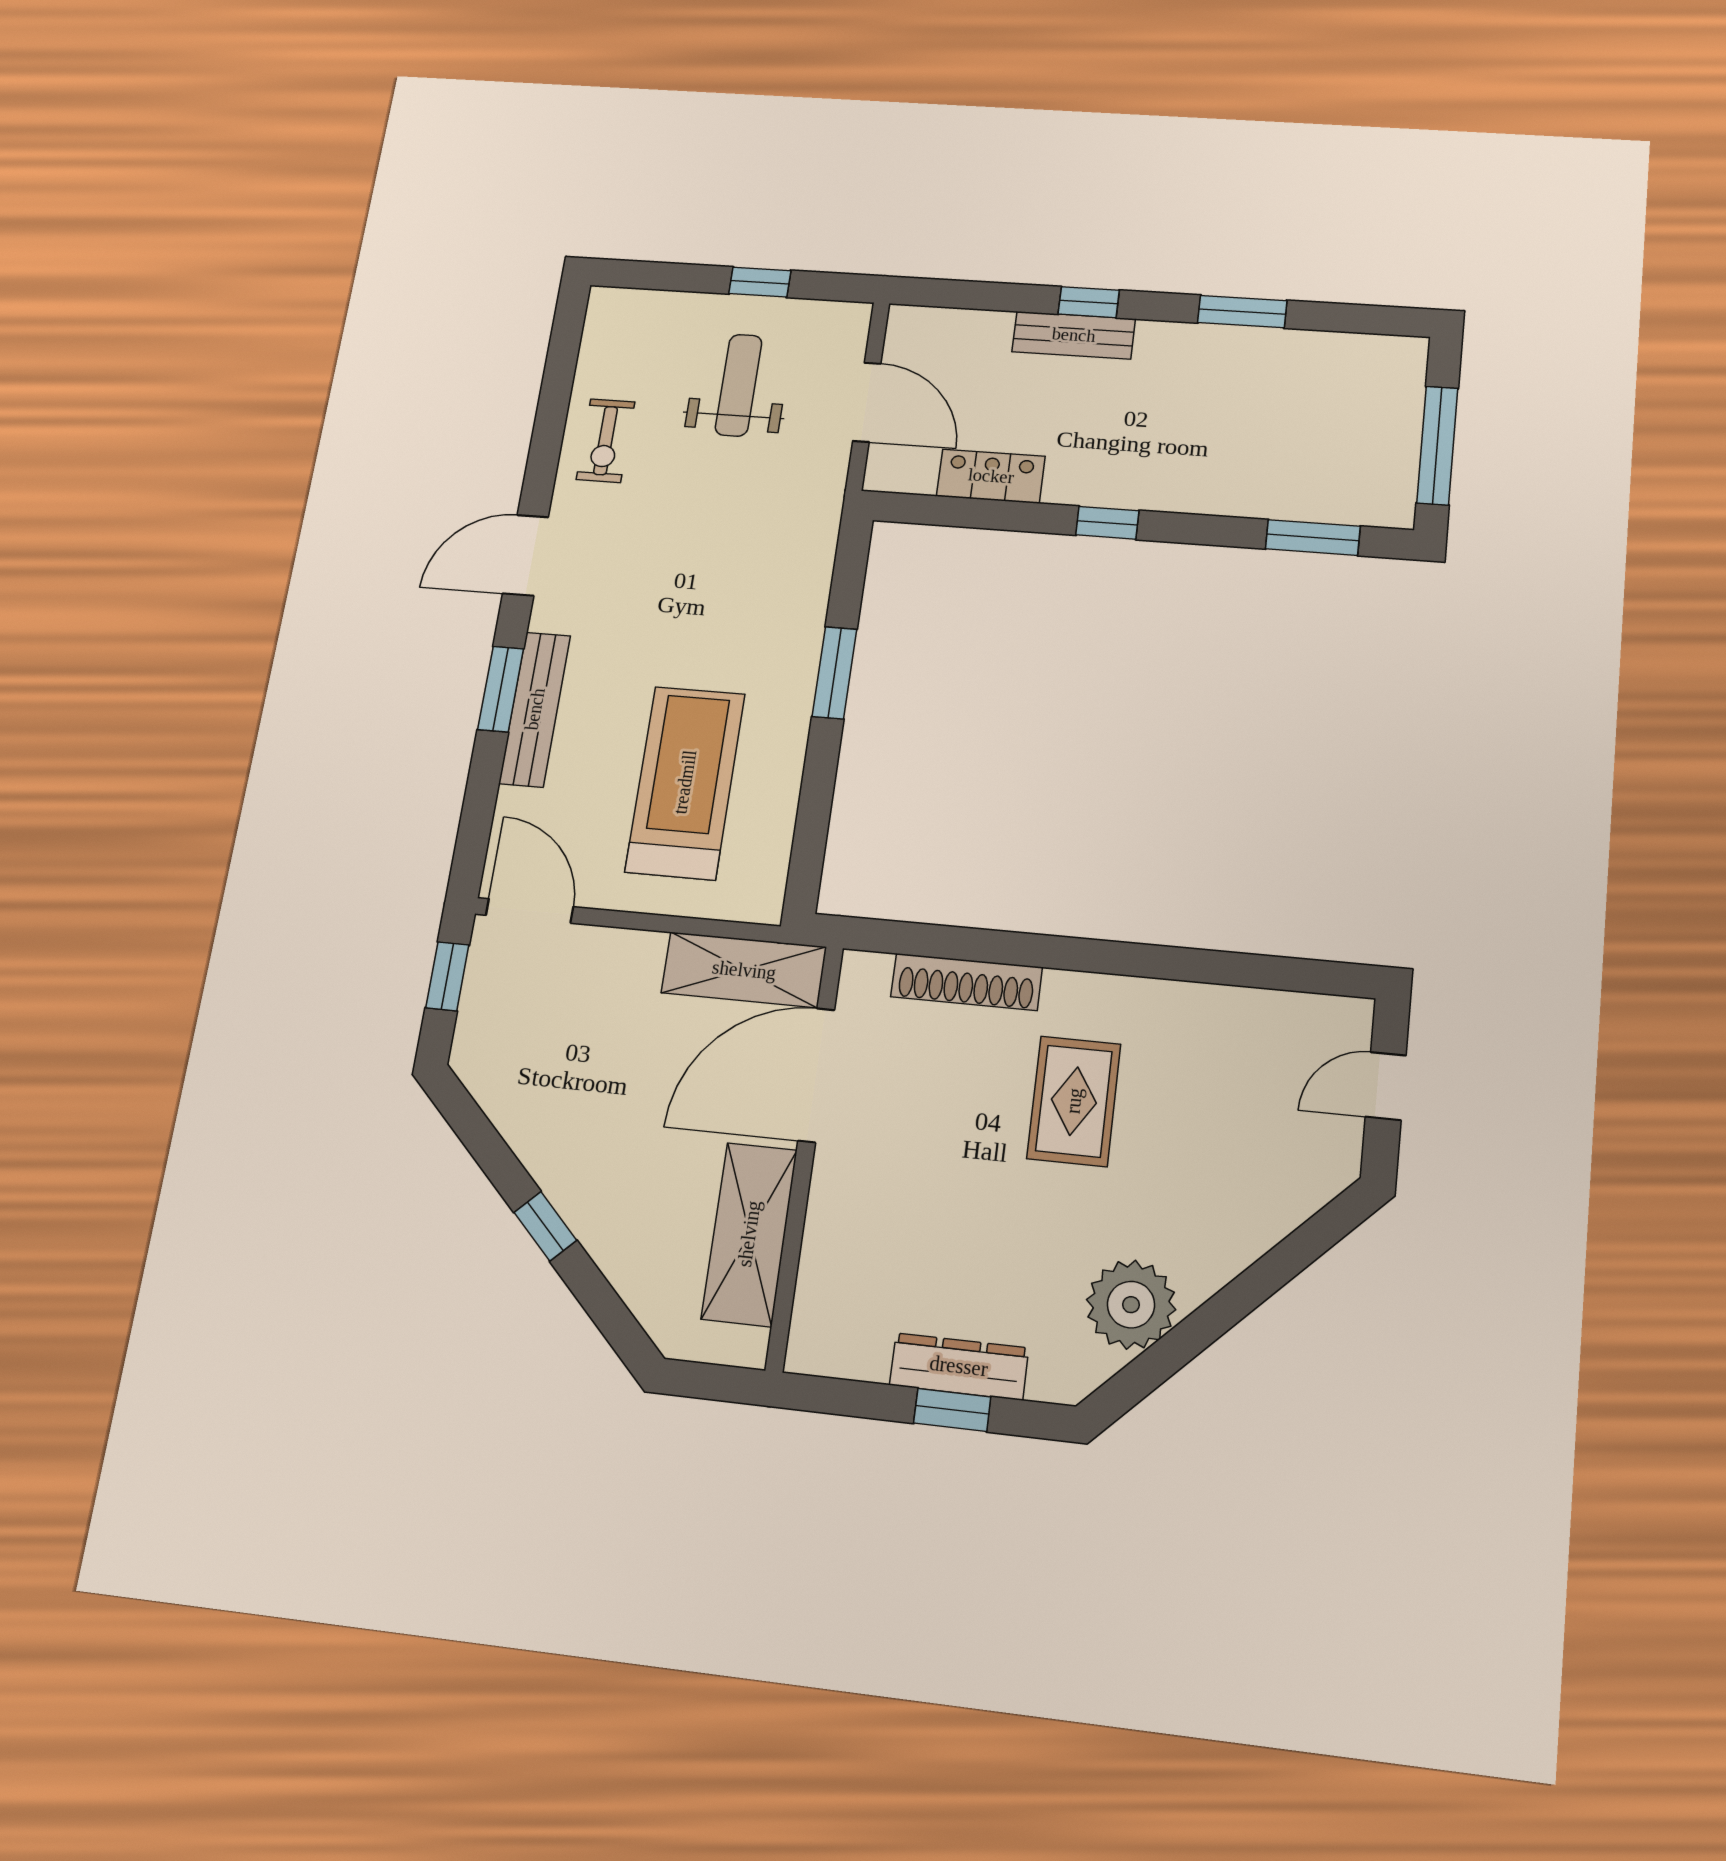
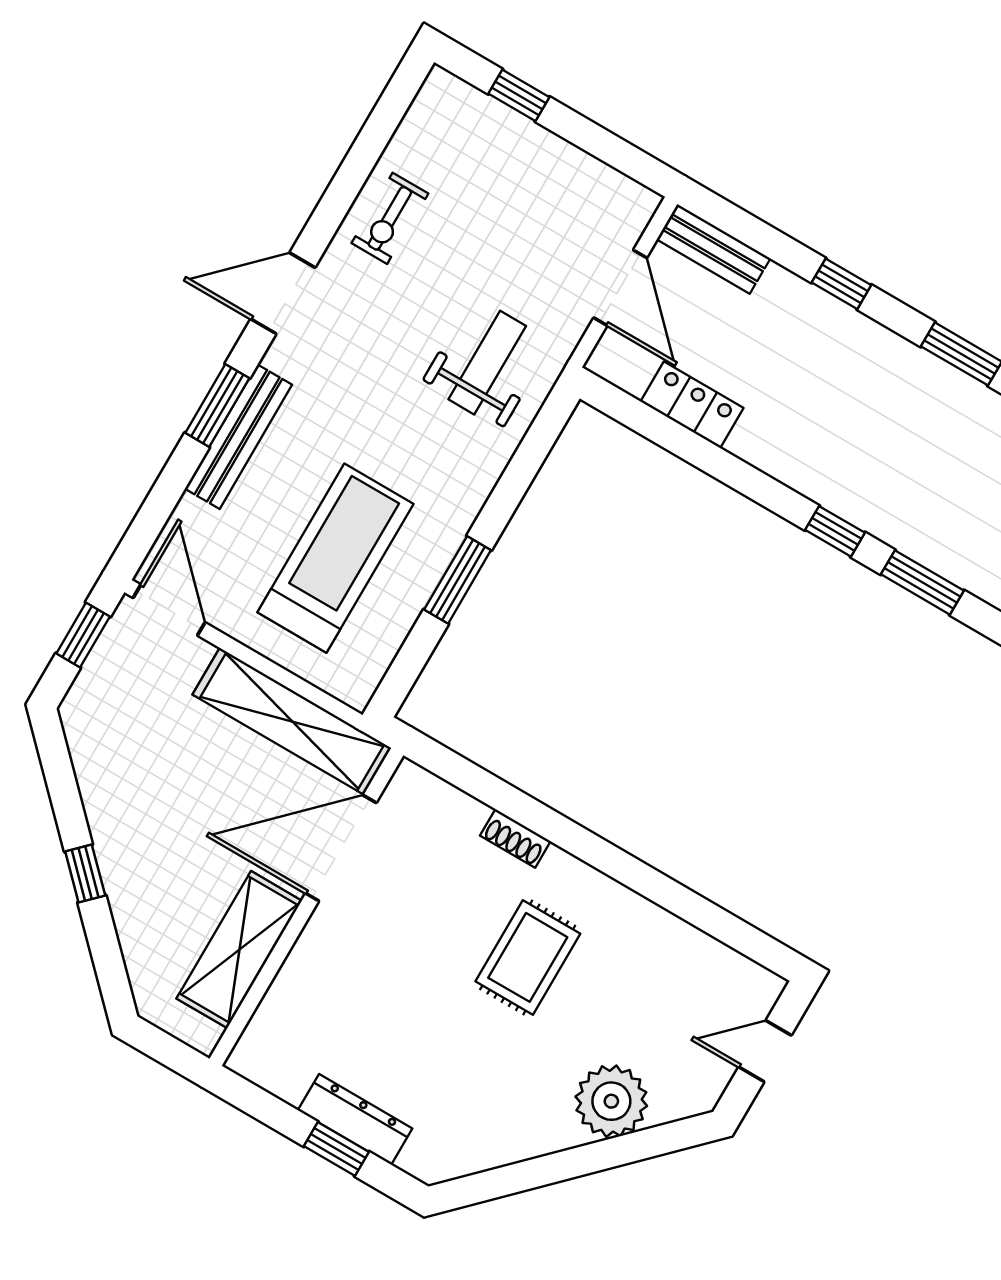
window: (760, 282) -> (519, 95), moved
bench: (1074, 335) -> (713, 249), moved
weight bench: (739, 385) -> (487, 363), moved
window: (1107, 523) -> (835, 531), moved
window: (834, 673) -> (458, 580), moved
shelving: (744, 970) -> (292, 721), width x1.47
shoe rack: (967, 982) -> (515, 838), width x0.51, depth x0.81
plant: (1131, 1305) -> (611, 1101), moved

